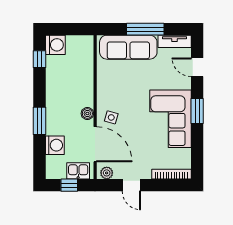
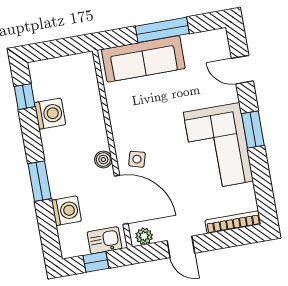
tv unit: (175, 41) -> (205, 40), removed
washing machine: (55, 45) -> (50, 114), moved

